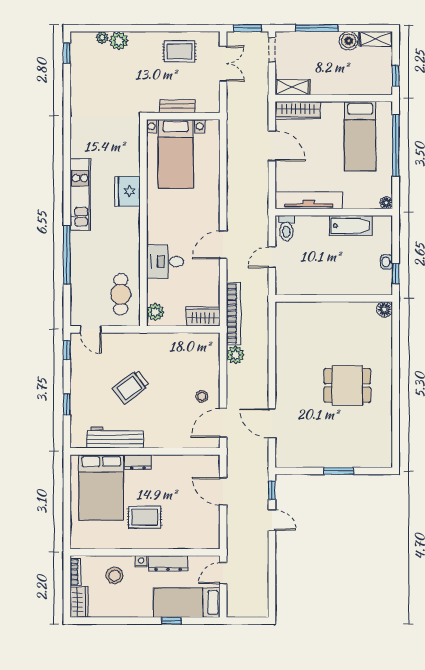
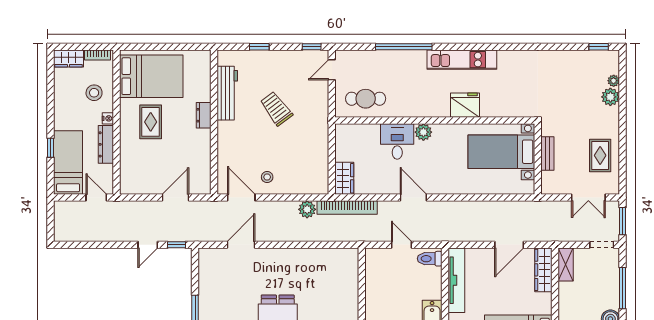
plant: (155, 312) -> (423, 132), moved
bed: (101, 487) -> (151, 76), moved, turned 180

